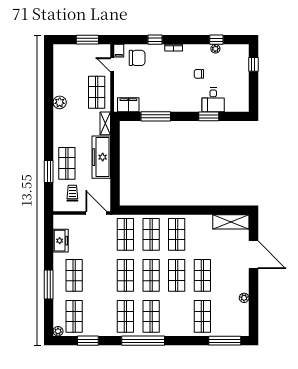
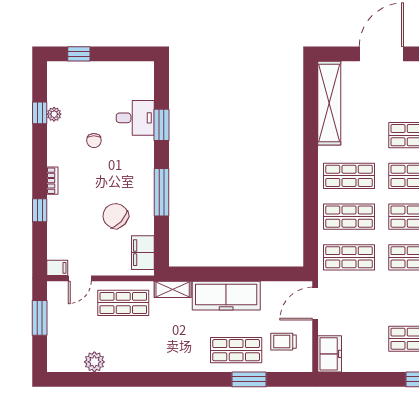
chair: (137, 58) -> (116, 216), moved, turned -47
plant: (60, 102) -> (94, 362), moved
window: (156, 116) -> (161, 192), moved
shelving: (231, 222) -> (329, 103), width x1.47
freezer: (61, 241) -> (330, 354), moved, turned 90

